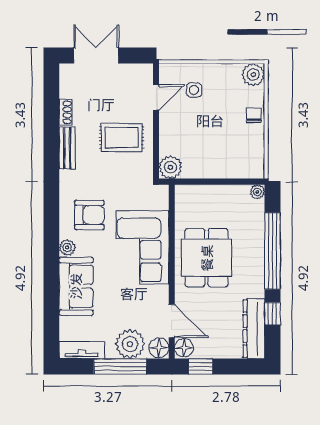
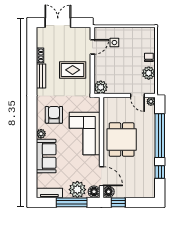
plant: (253, 75) -> (149, 73), moved
door: (234, 182) -> (137, 96), added
armchair: (90, 215) -> (54, 115), turned -90
dresser: (254, 329) -> (149, 181), removed

